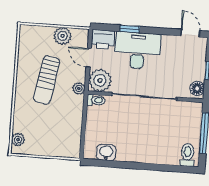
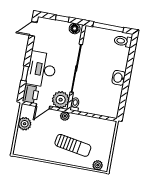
sun lounger: (47, 80) -> (73, 145), moved
washbasin: (106, 152) -> (119, 78), moved

